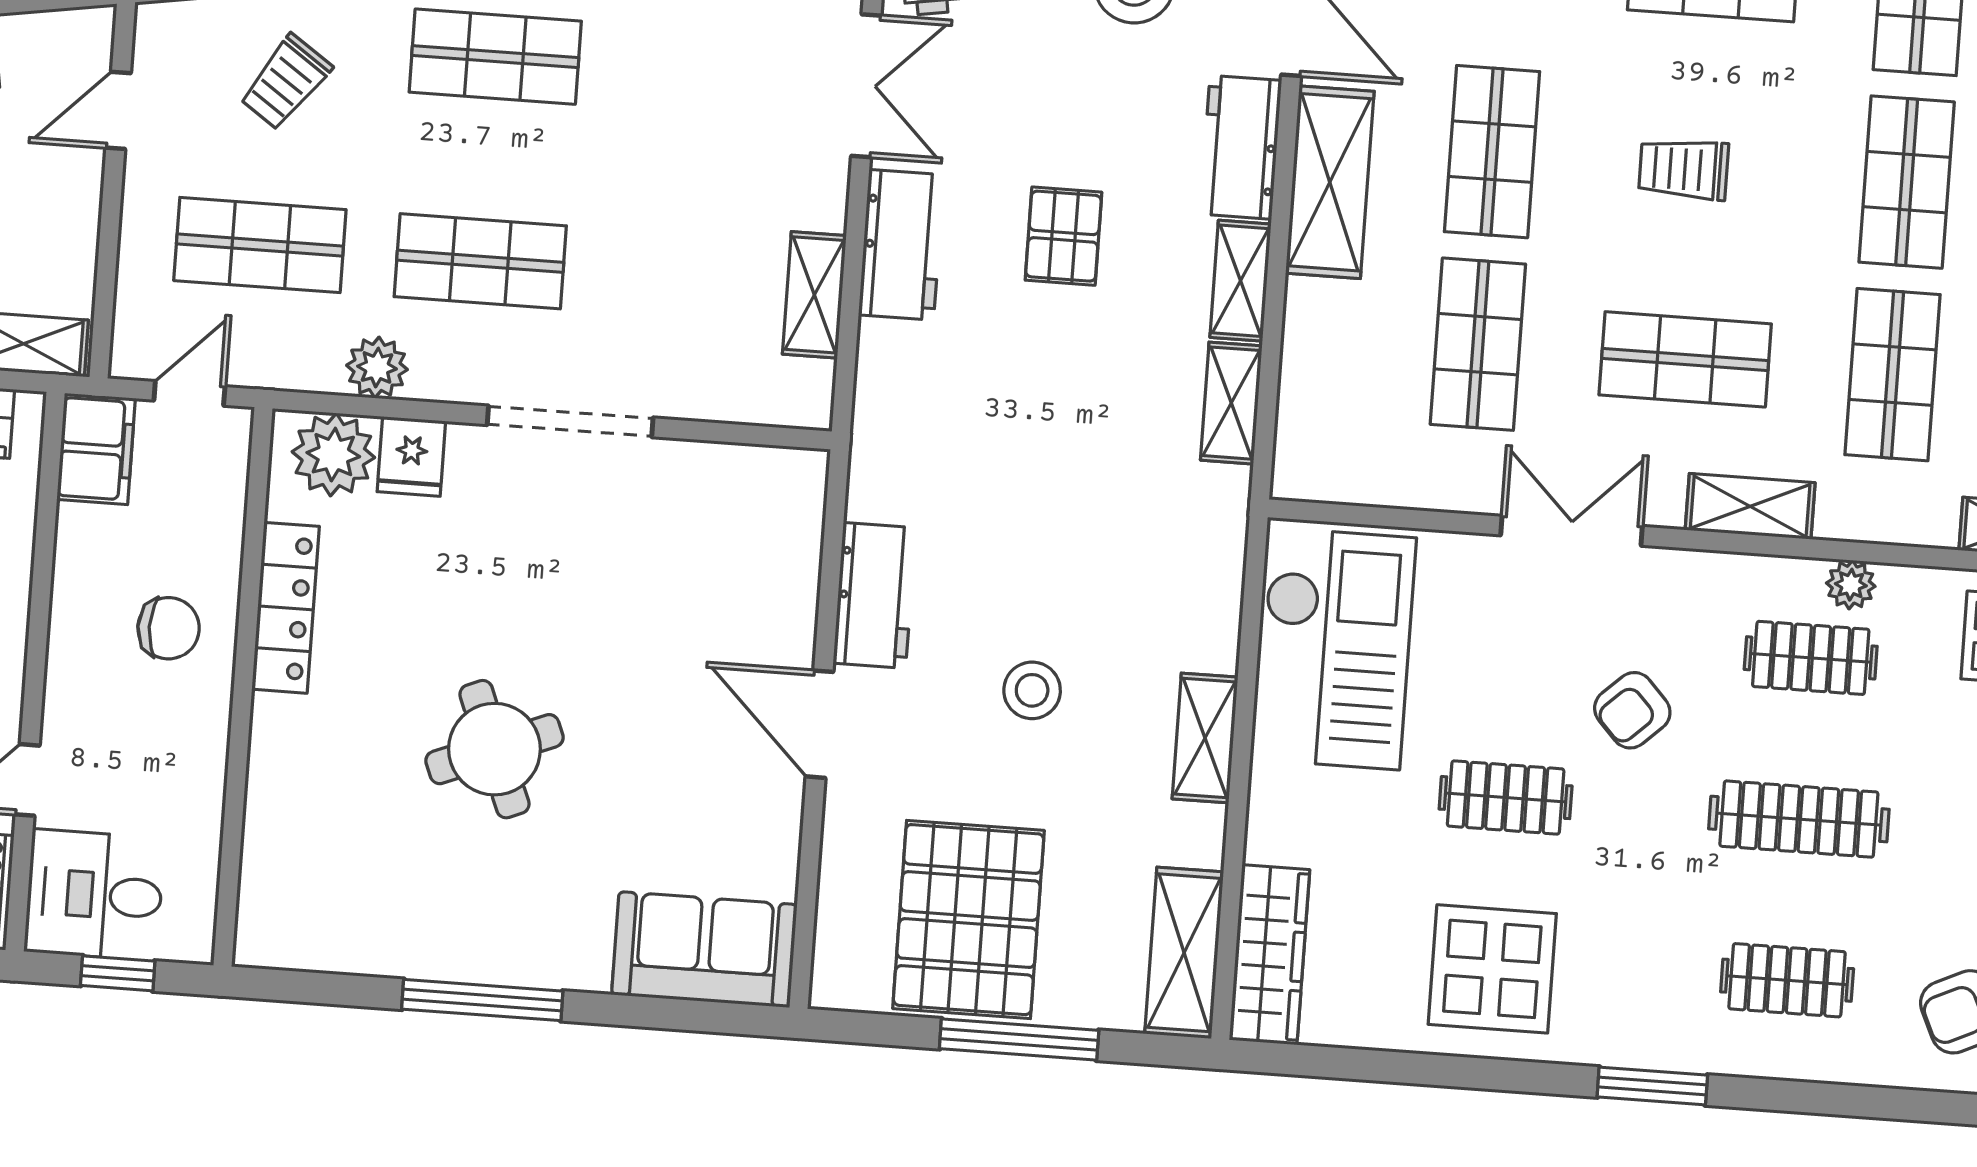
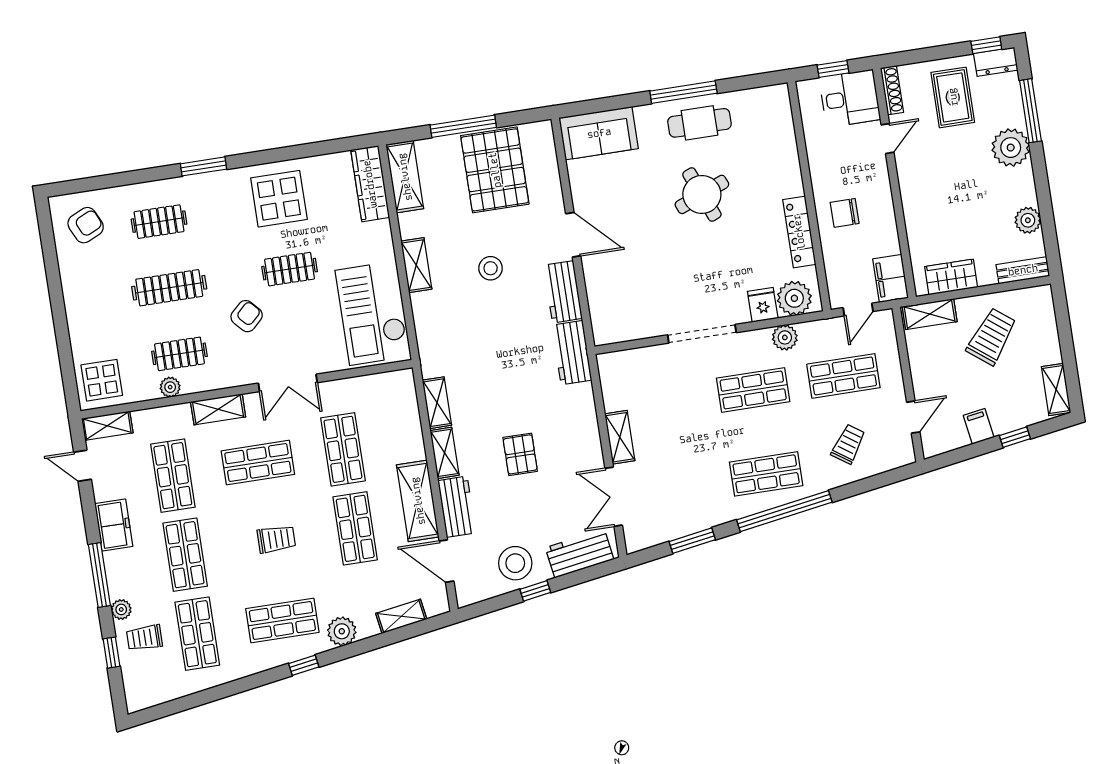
workbench: (901, 245) -> (572, 353), moved
shelving: (814, 295) -> (620, 437), moved
cafe table: (461, 919) -> (699, 123), added

